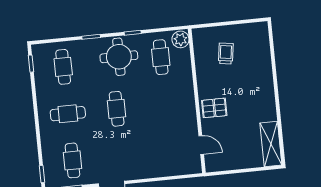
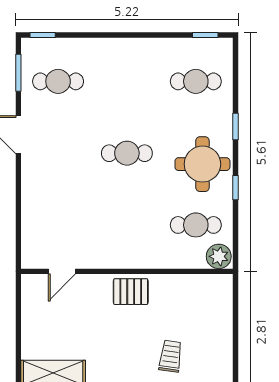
trolley: (226, 53) -> (171, 356), moved, turned -90
pallet: (214, 108) -> (131, 292), moved, turned 90
cafe table: (68, 114) -> (127, 81), removed

